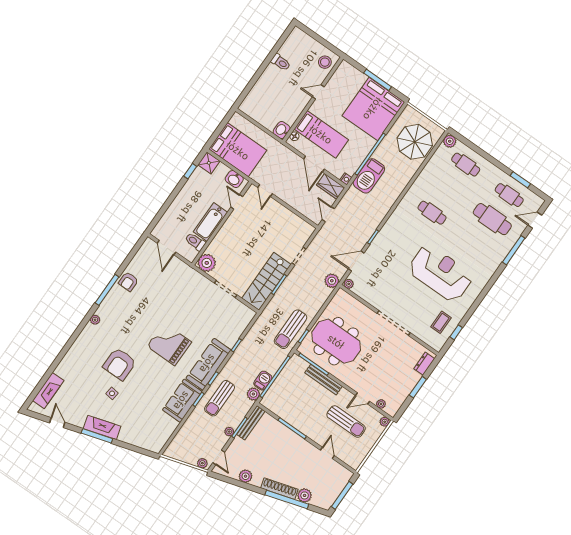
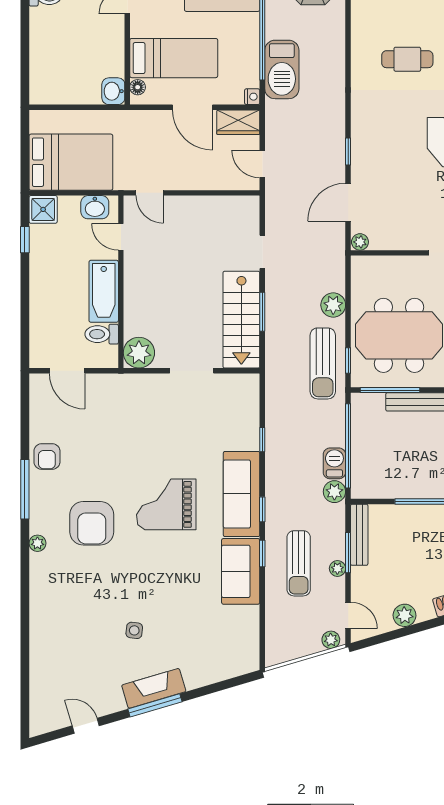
plant: (332, 281) -> (333, 305), moved
armchair: (120, 364) -> (92, 523), moved
fireplace: (48, 391) -> (41, 690), removed
sun lounger: (220, 398) -> (299, 563), moved

